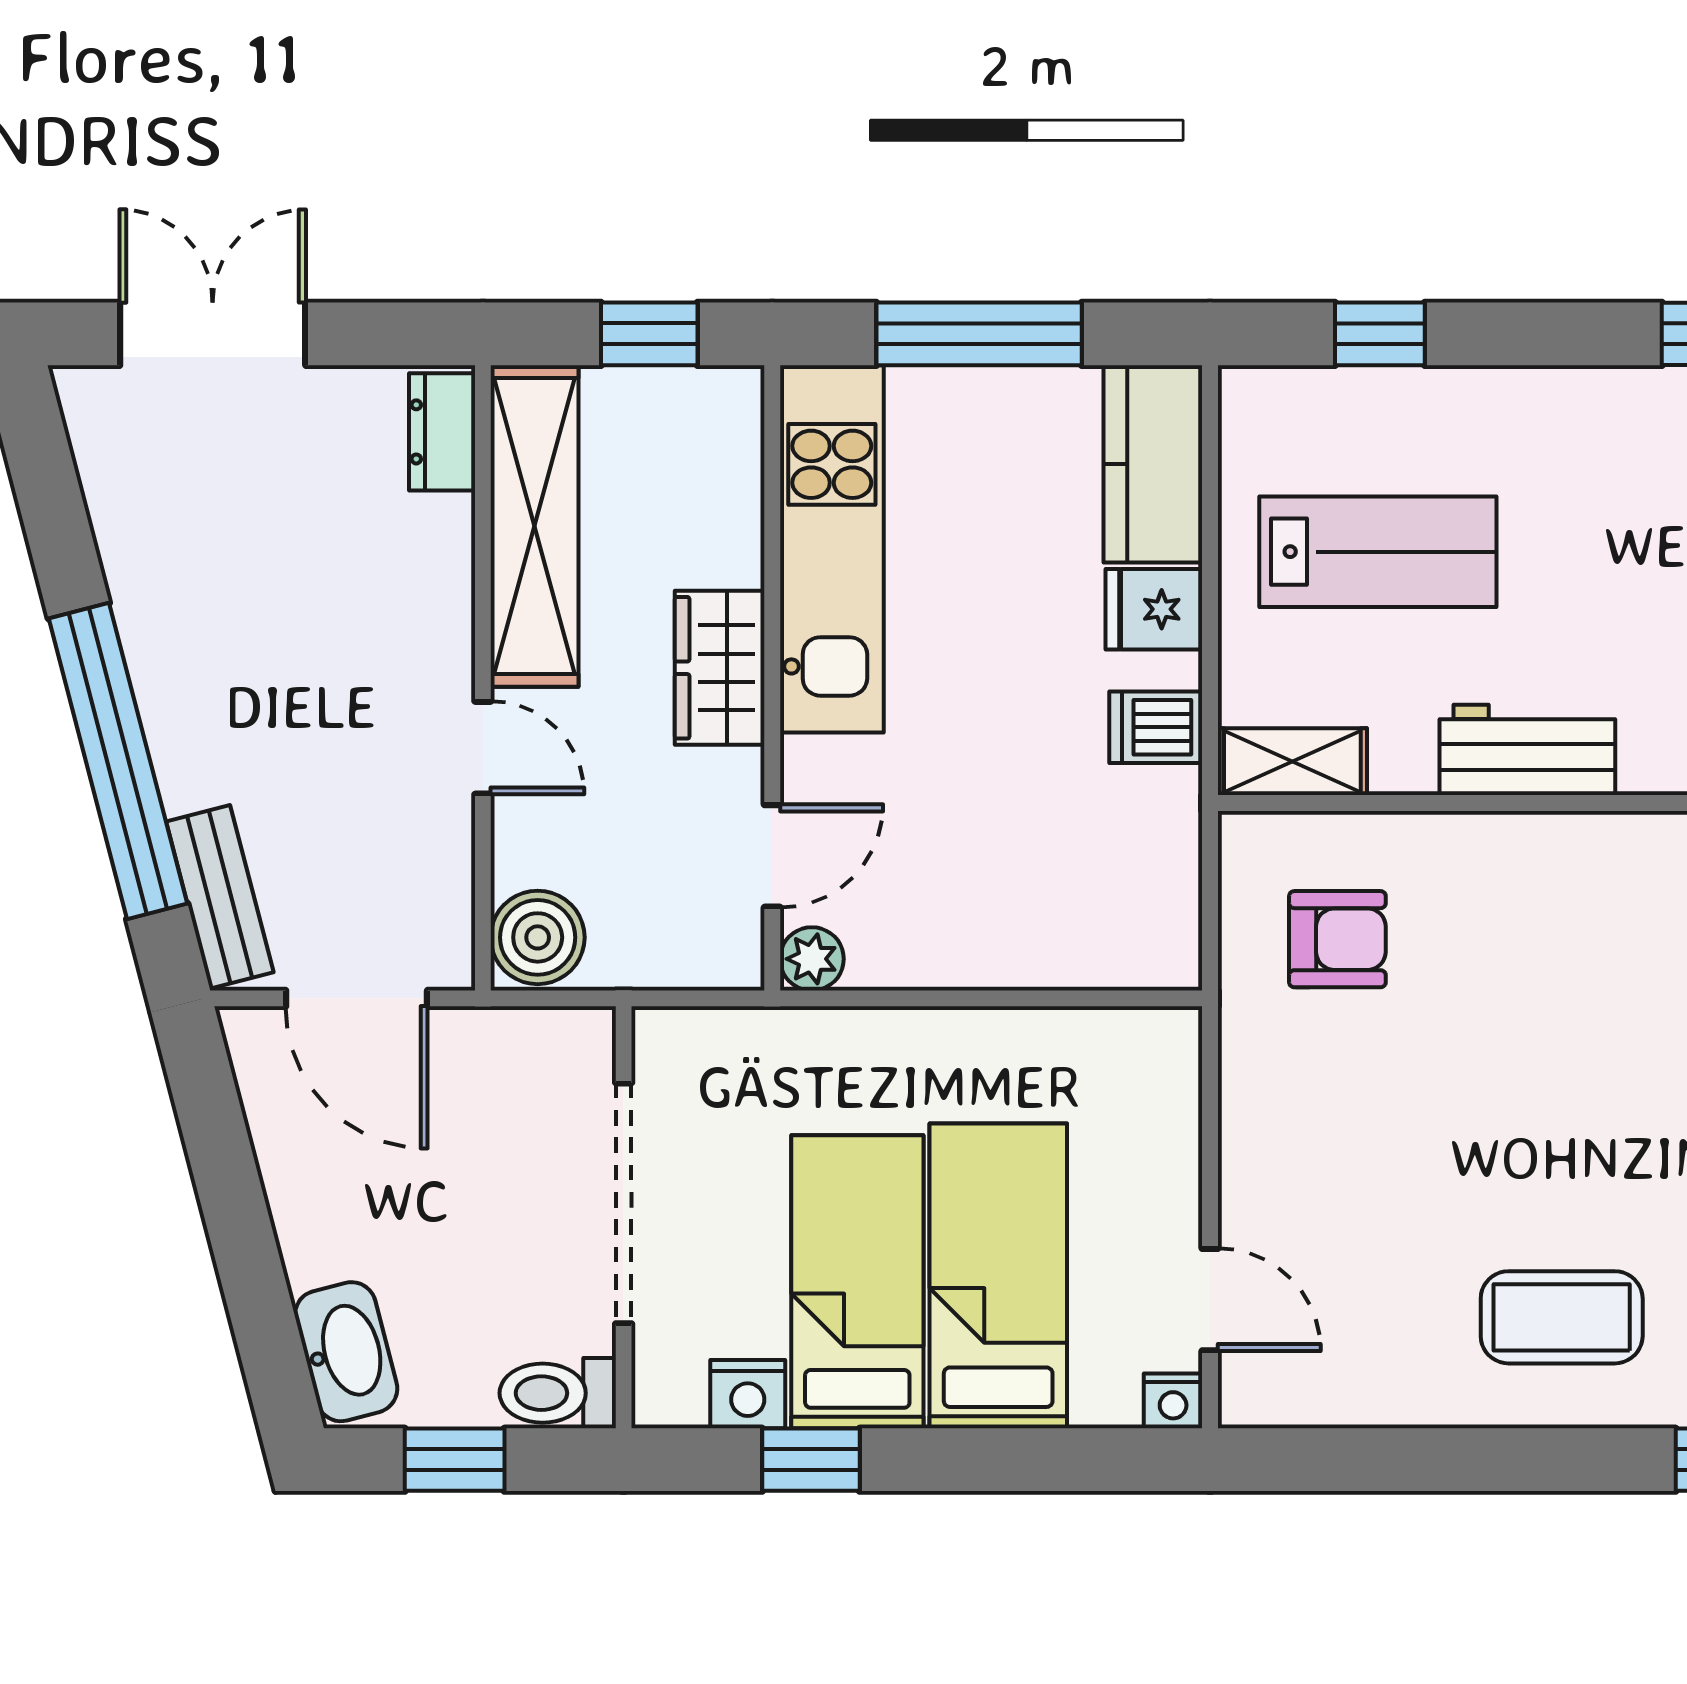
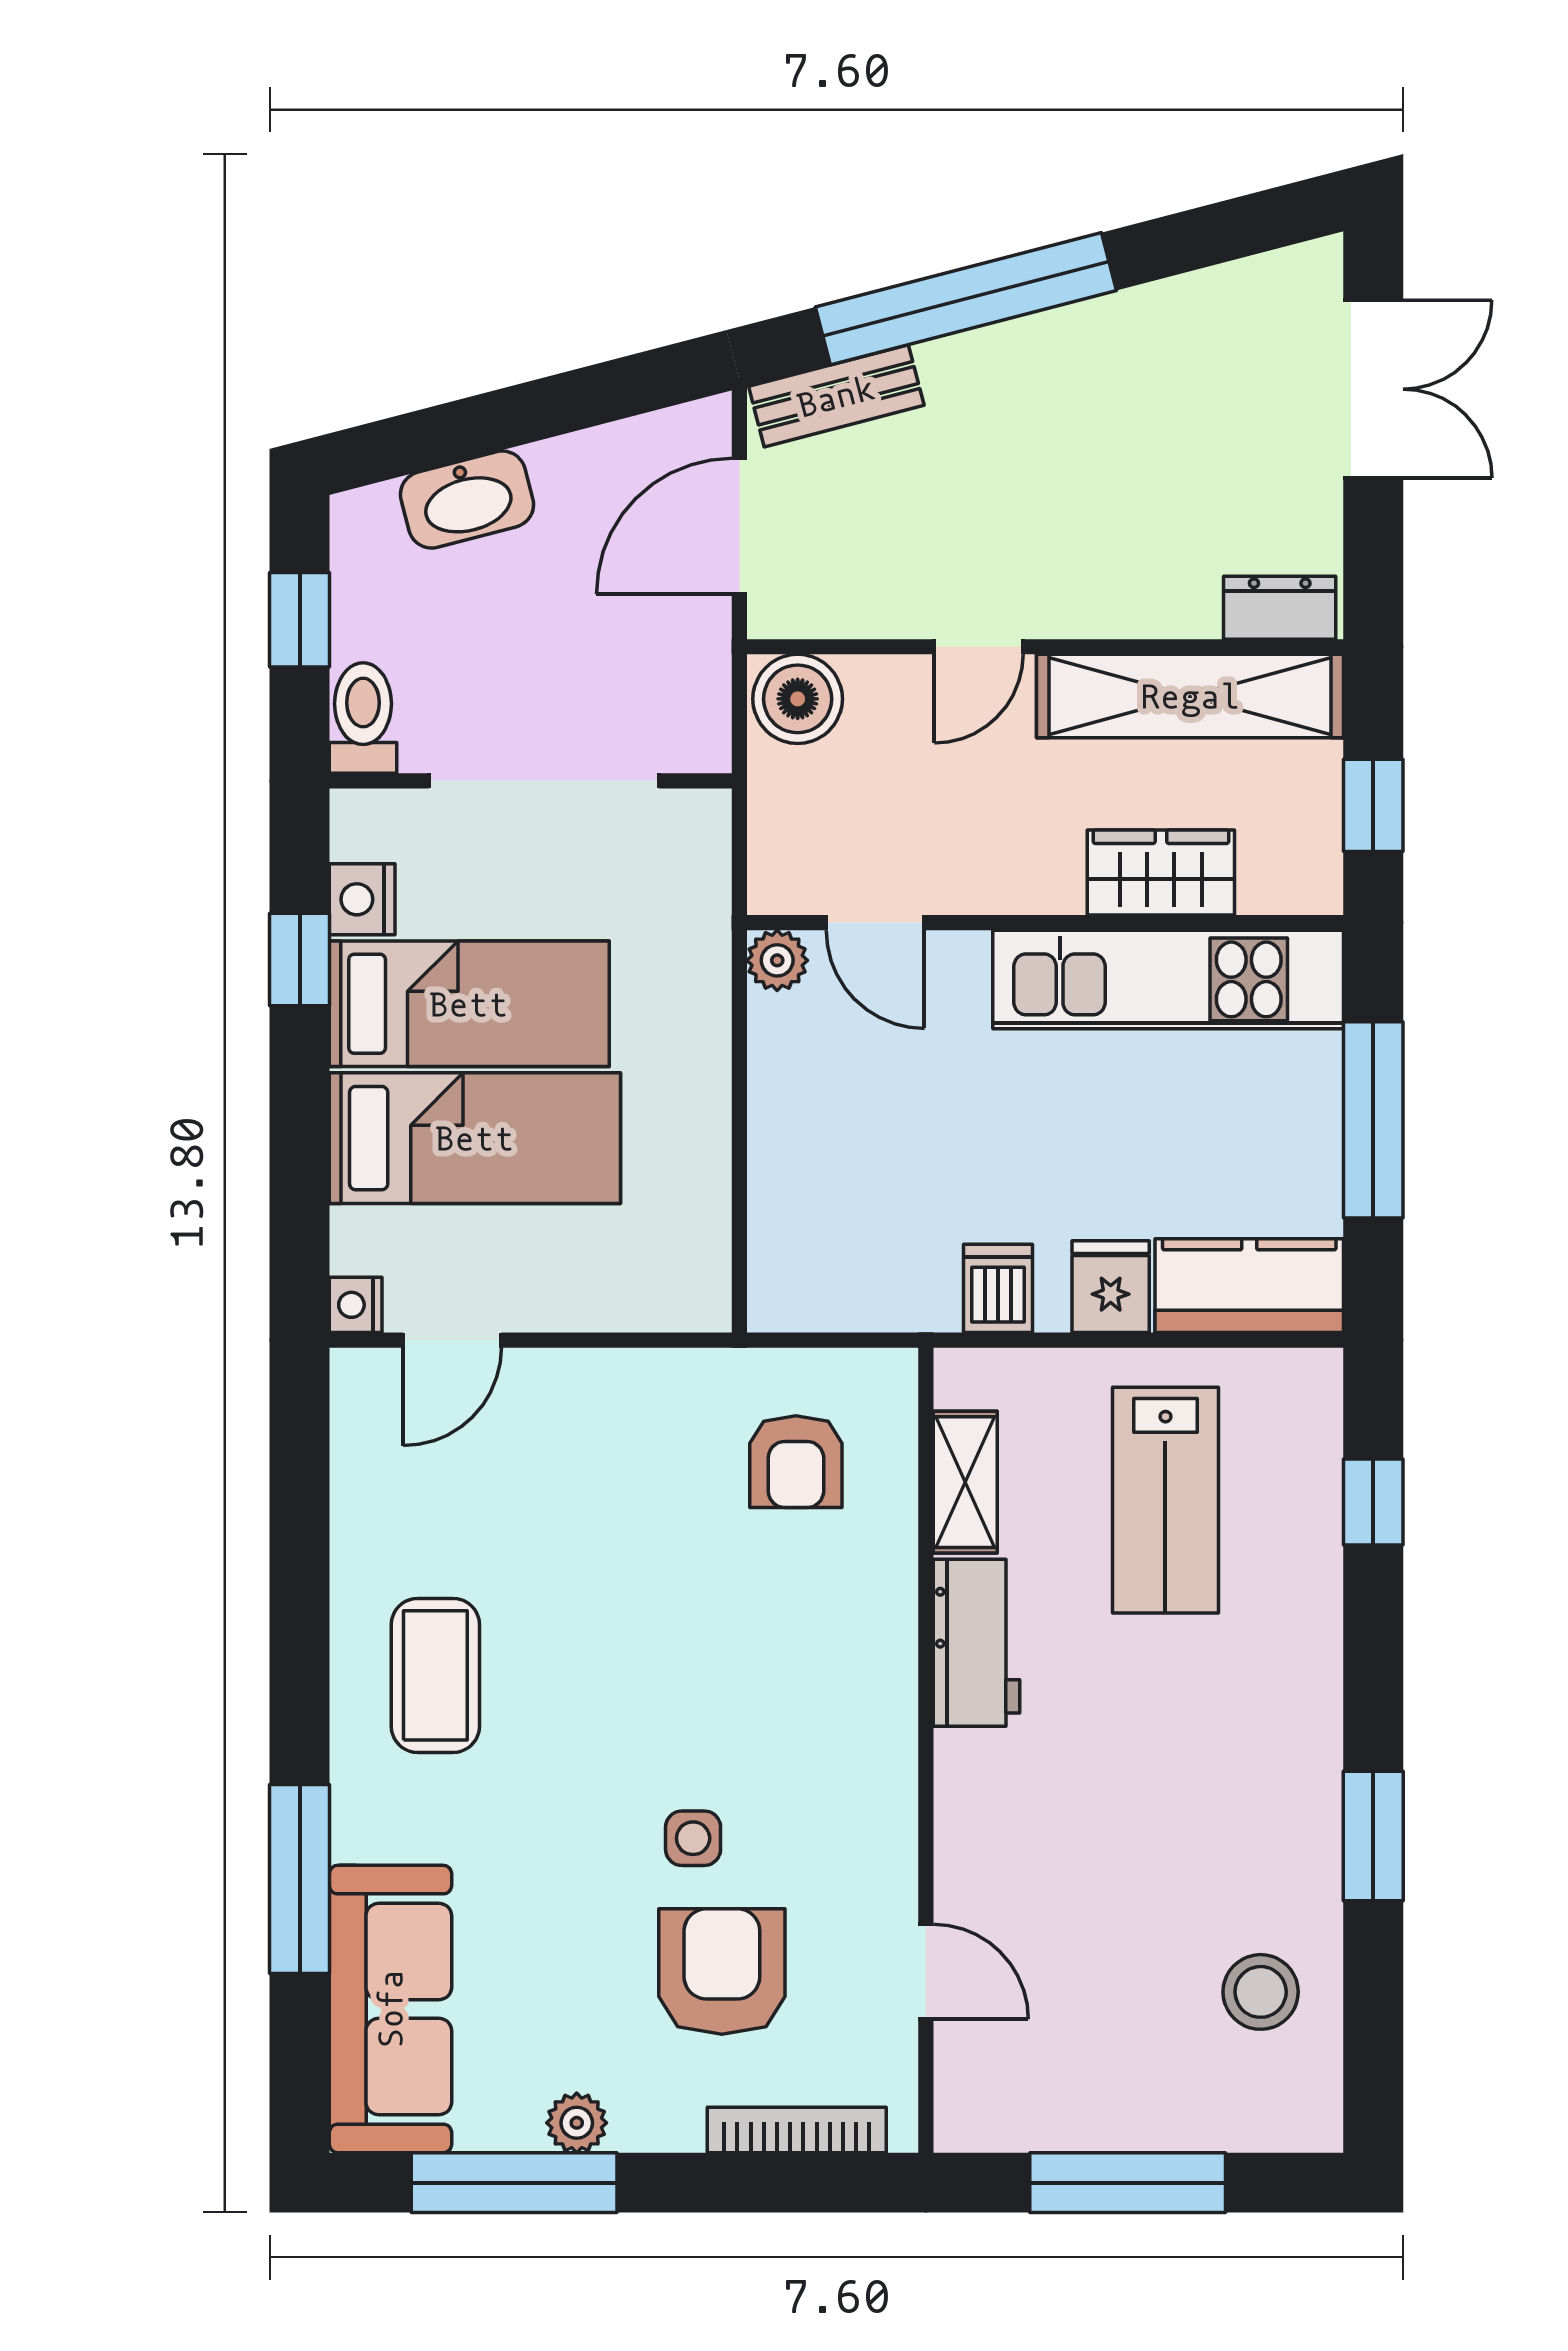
wardrobe: (720, 668) -> (1161, 873), moved
shelving: (1292, 762) -> (965, 1482), moved
washbasin: (346, 1352) -> (467, 500), moved

